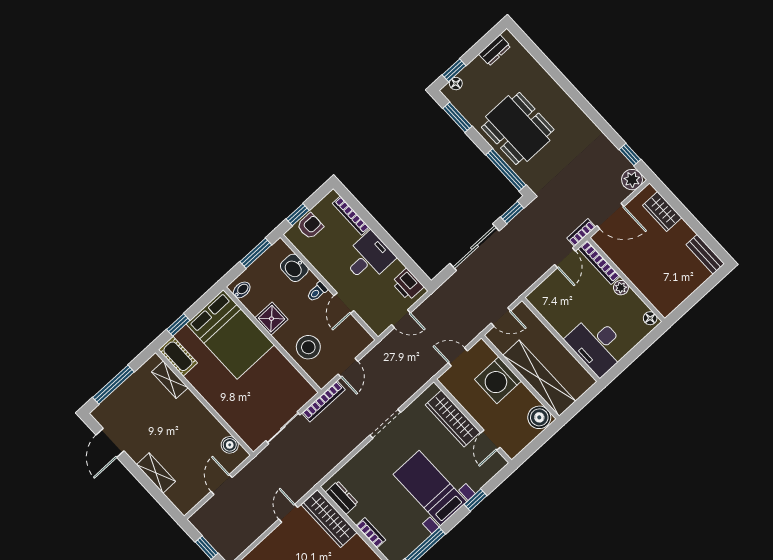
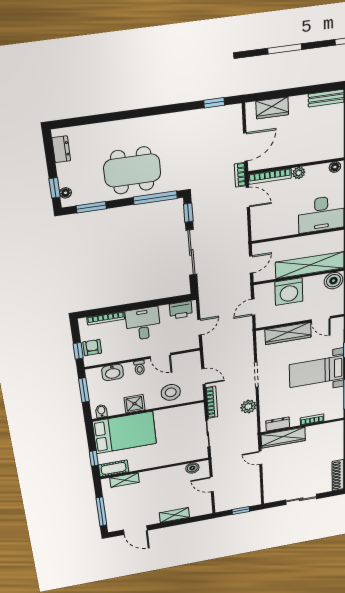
plant: (632, 180) -> (248, 407), moved

